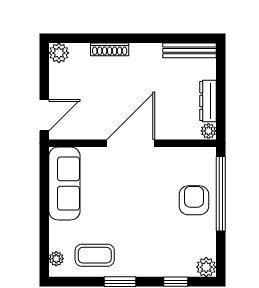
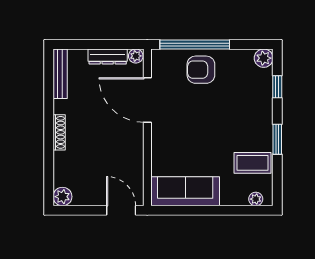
shoe rack: (110, 49) -> (59, 132), moved
door: (131, 143) -> (147, 100), moved
coffee table: (95, 255) -> (253, 163), turned 90

